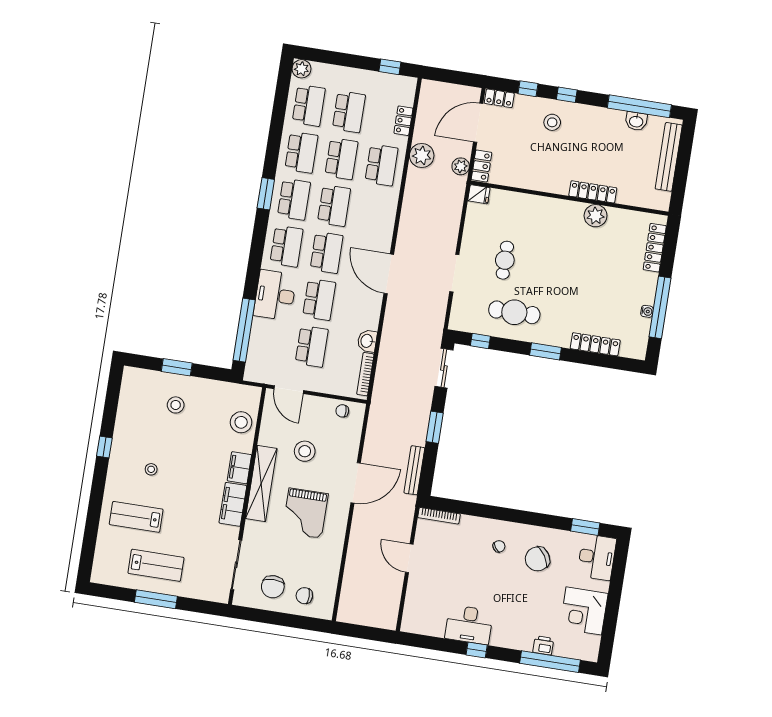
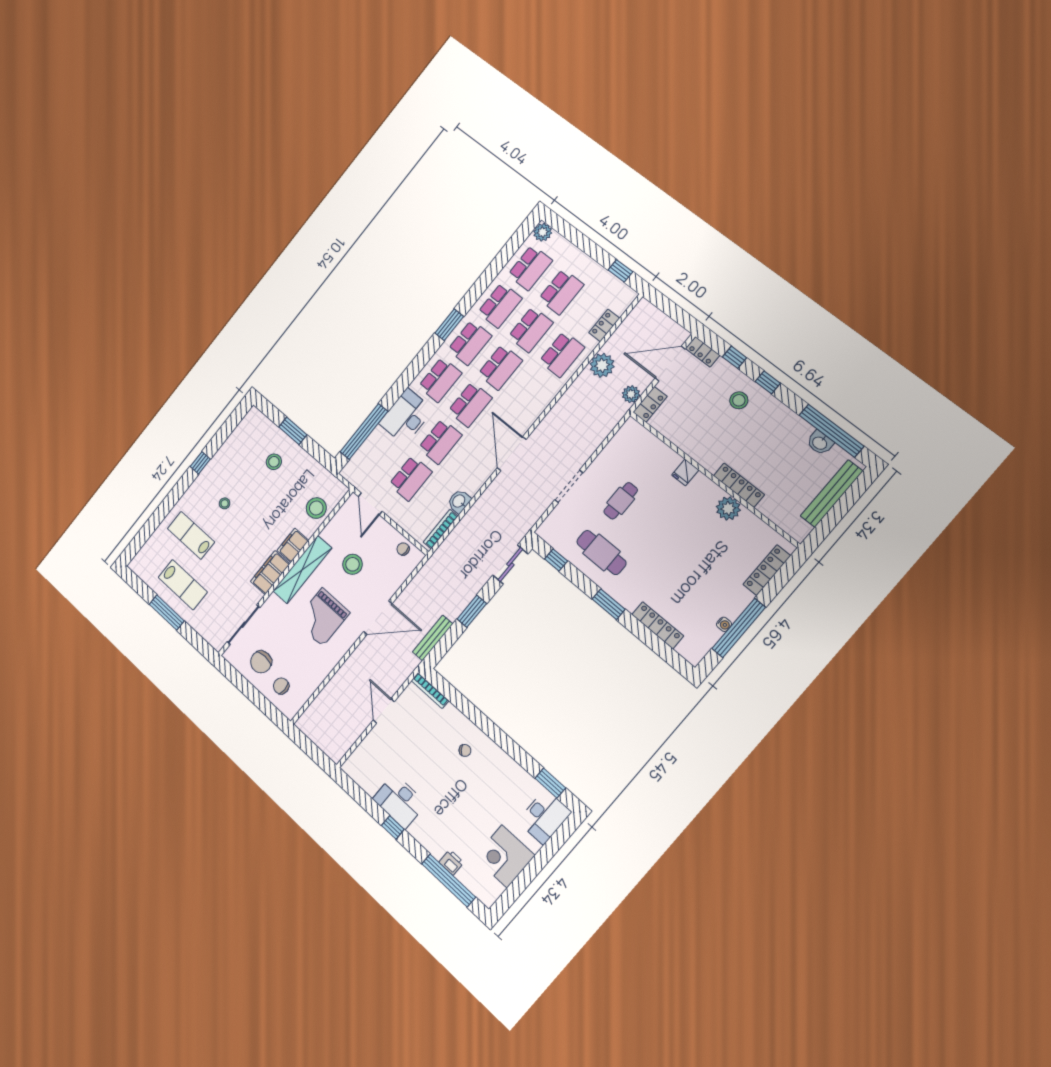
fridge: (479, 194) -> (685, 472), moved, turned 90
chair: (537, 559) -> (492, 783), removed

